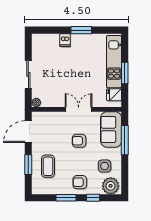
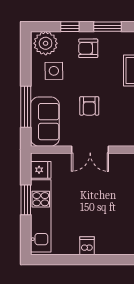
window: (81, 30) -> (86, 260), removed
dishwasher: (65, 40) -> (87, 246), moved
armchair: (79, 141) -> (89, 106), turned 90
armchair: (80, 182) -> (88, 48), turned 180

